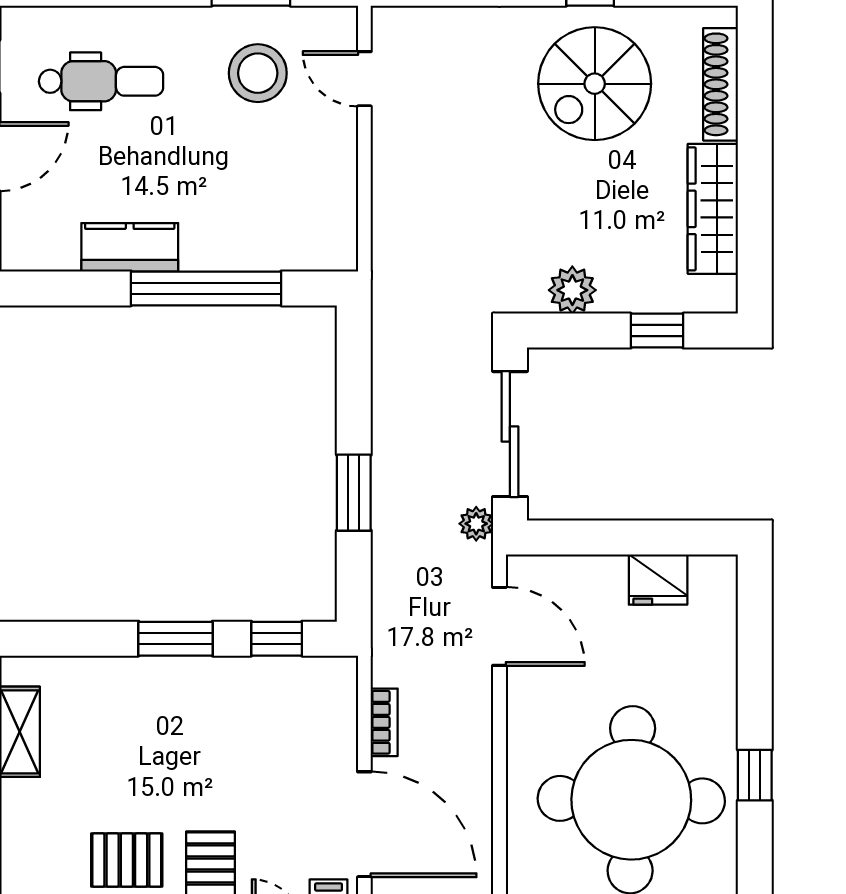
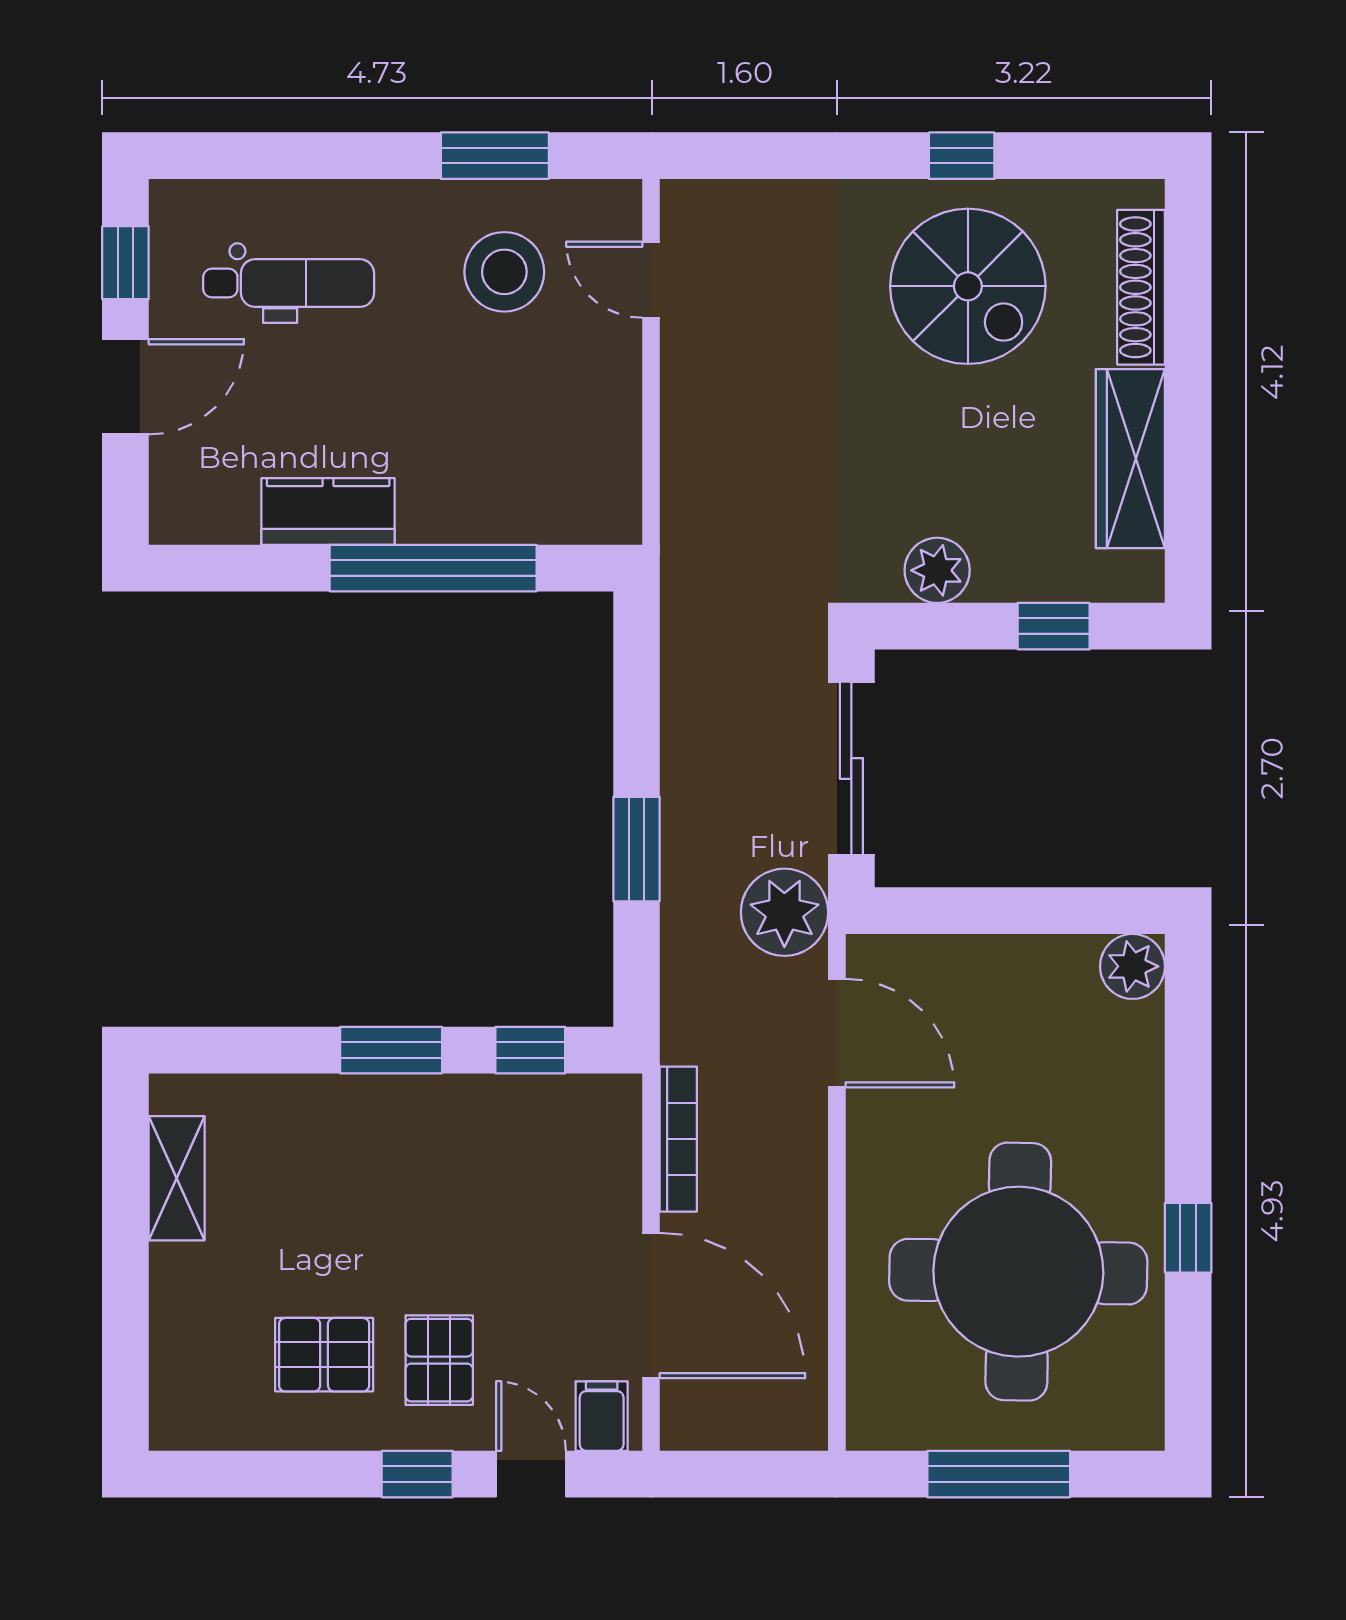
spiral stairs: (595, 84) -> (968, 286), turned -90
plant: (476, 524) -> (784, 912), width x1.88, depth x1.88
plant: (714, 578) -> (1133, 966), added
fridge: (658, 580) -> (1055, 969), removed
bookcase: (384, 722) -> (678, 1139), width x1.56

